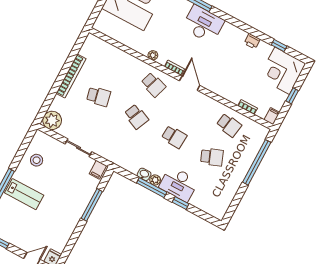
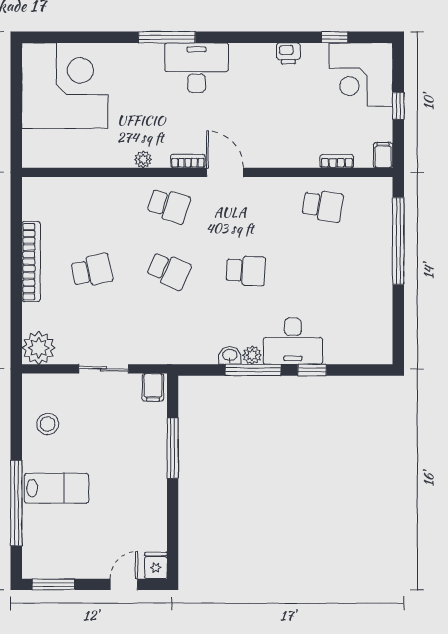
school desk: (212, 157) -> (323, 271), removed

